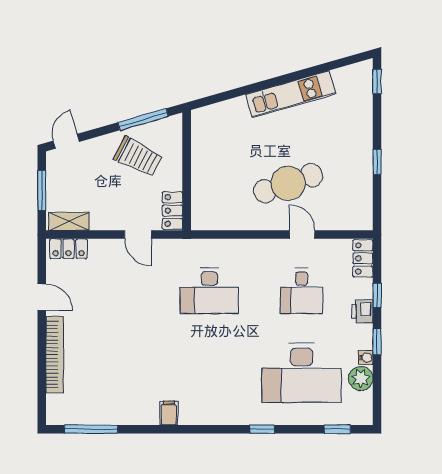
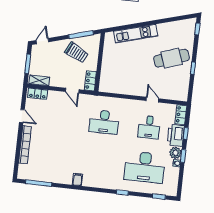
kitchen unit: (291, 94) -> (136, 34), moved
cafe table: (288, 183) -> (172, 58), moved
printer: (362, 311) -> (176, 135), width x1.87, depth x1.48
plant: (361, 378) -> (175, 153), moved

